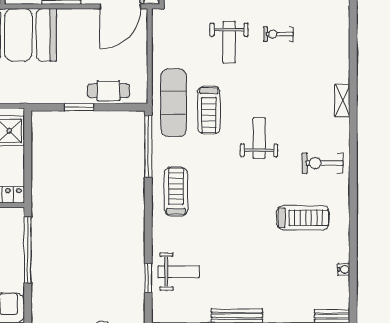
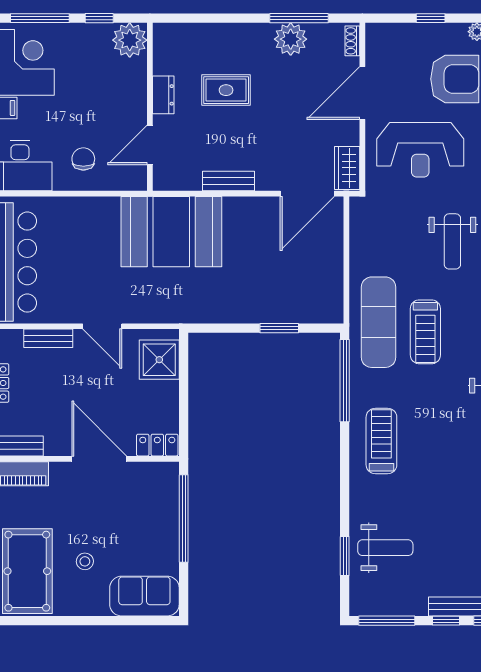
cafe table: (108, 91) -> (291, 306), removed
window: (79, 107) -> (279, 328), moved

